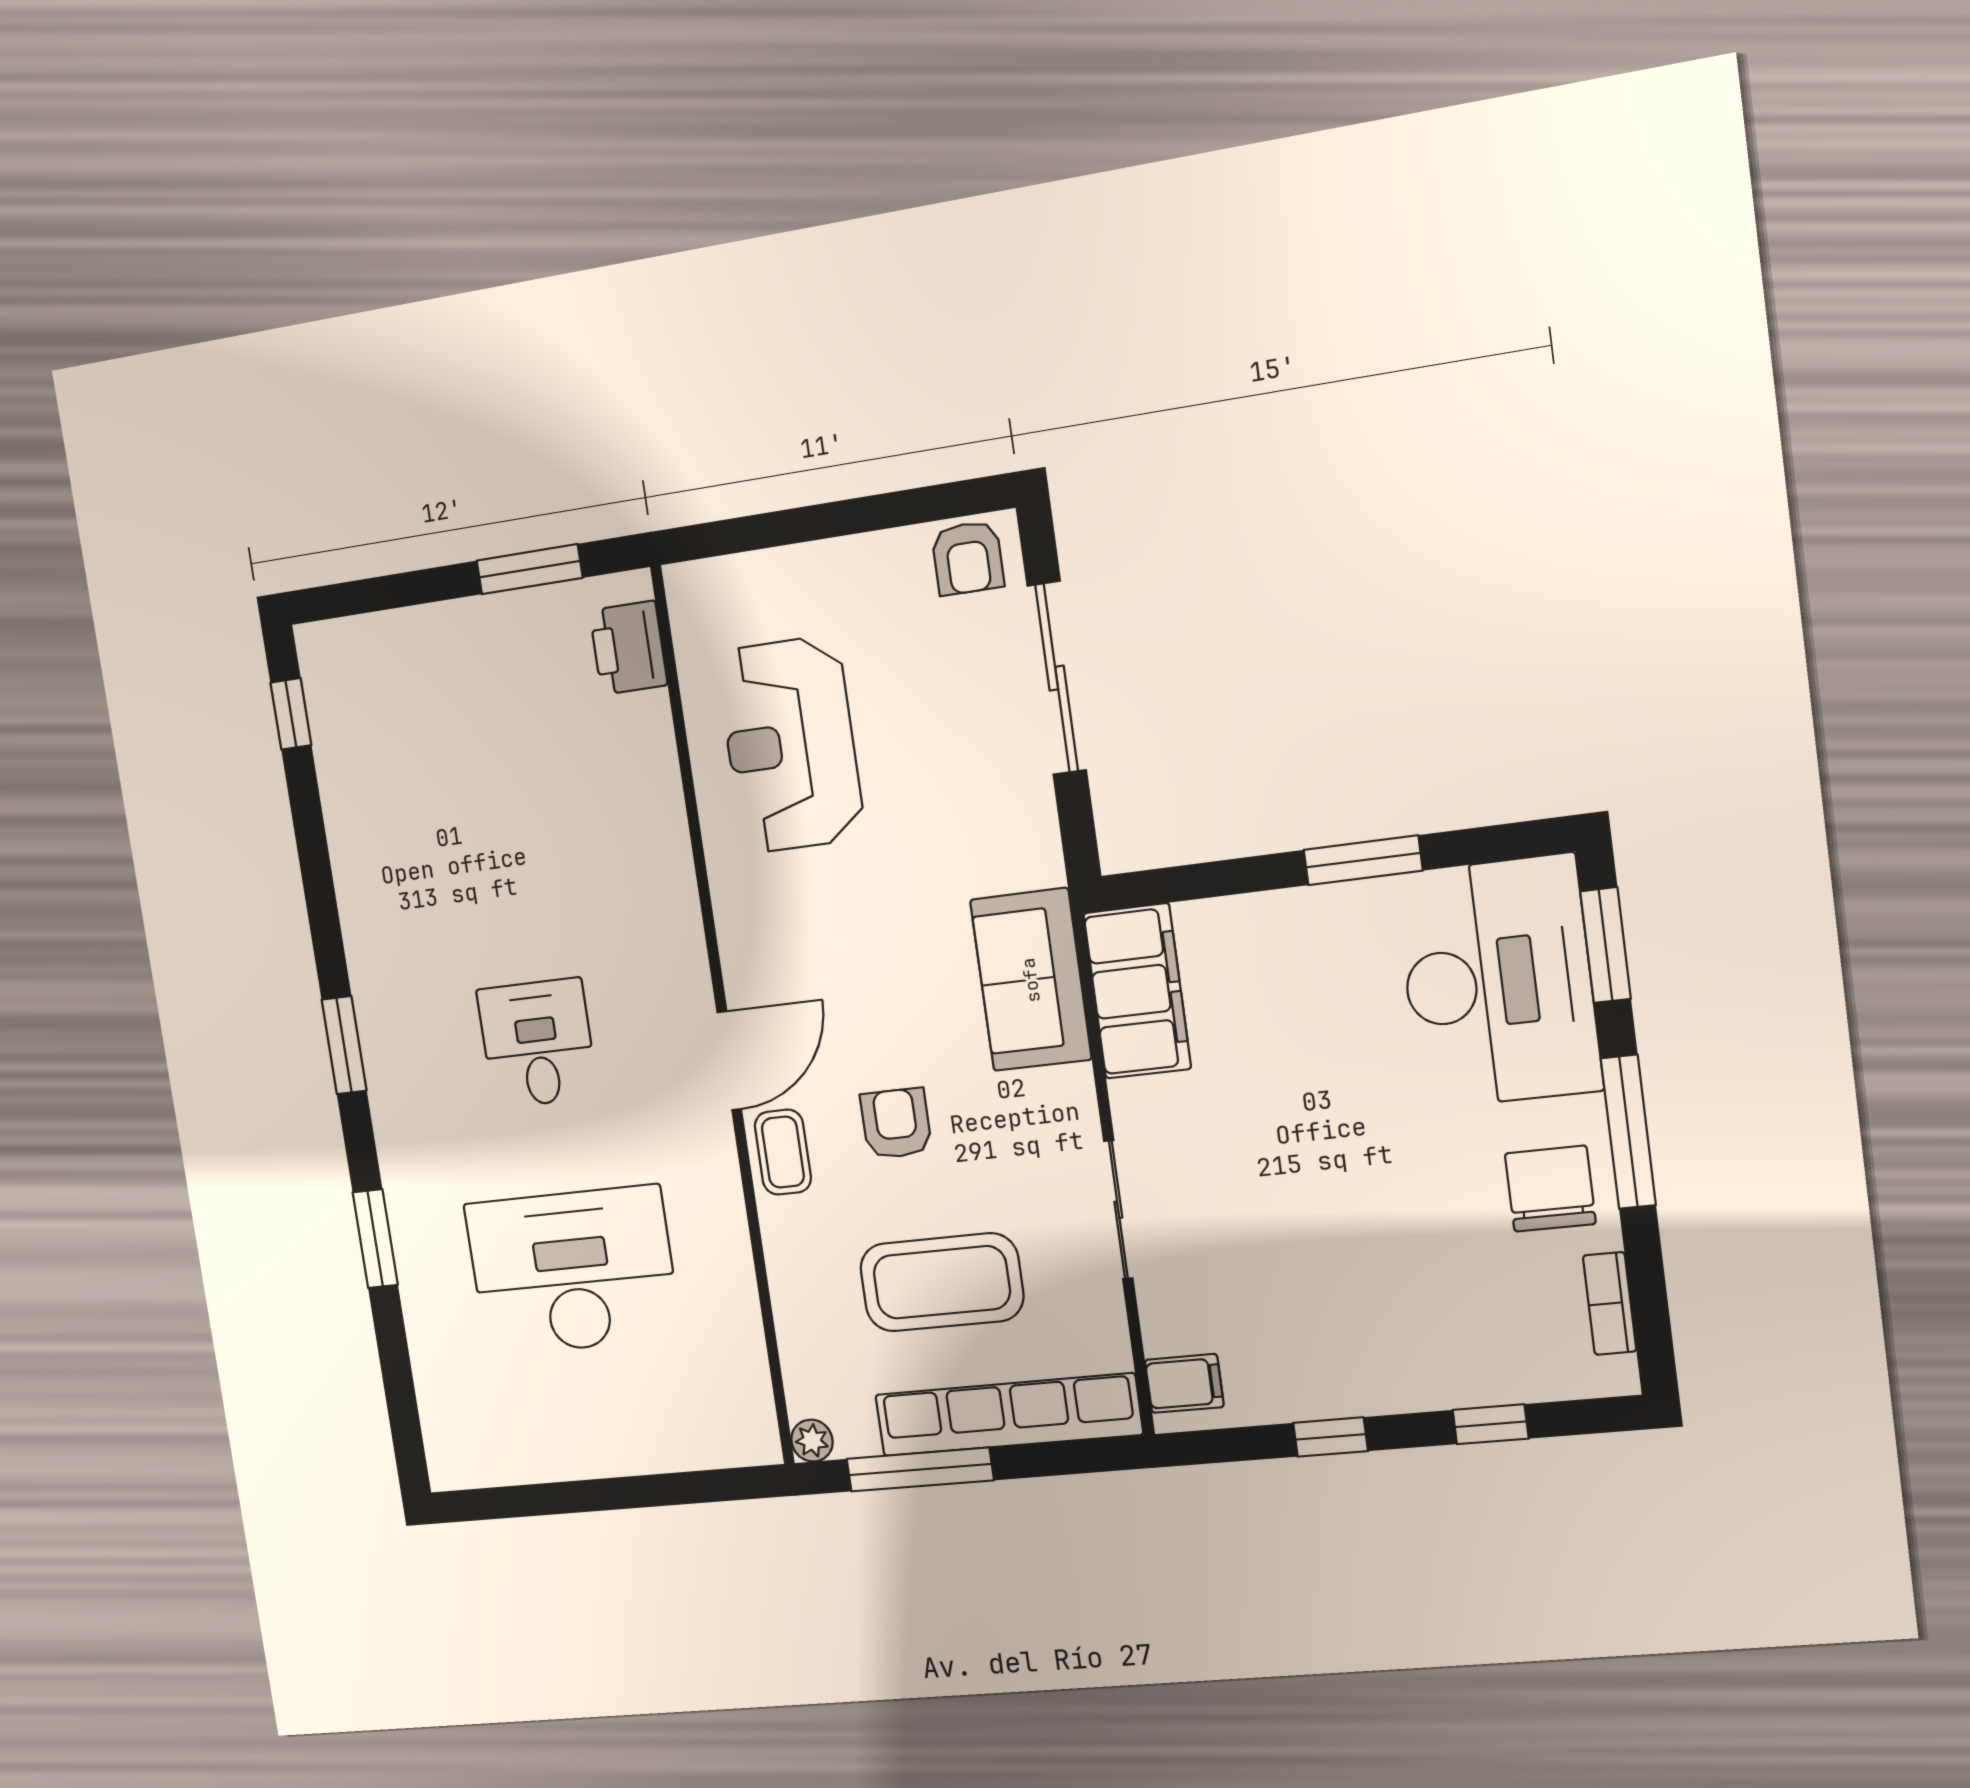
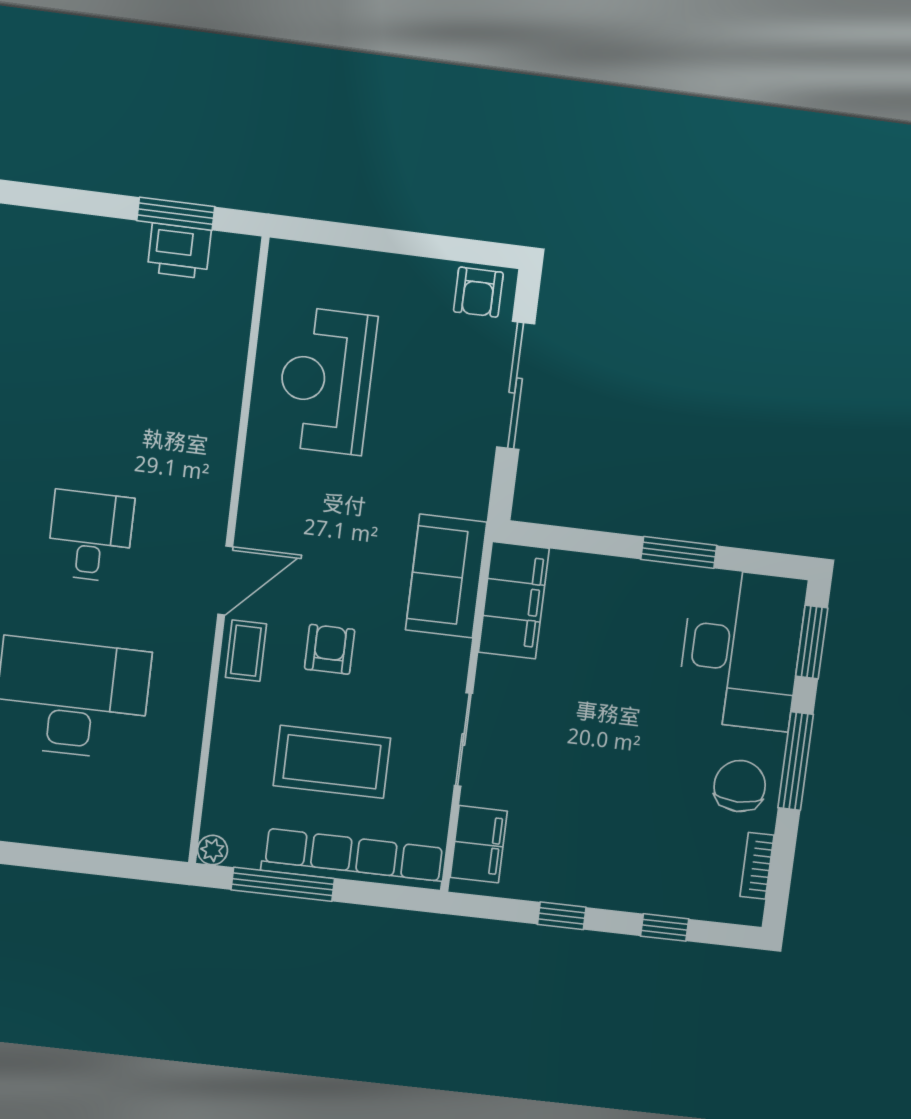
printer: (628, 648) -> (179, 251), moved, turned -90
filing cabinet: (1184, 1383) -> (479, 844), width x2.00

